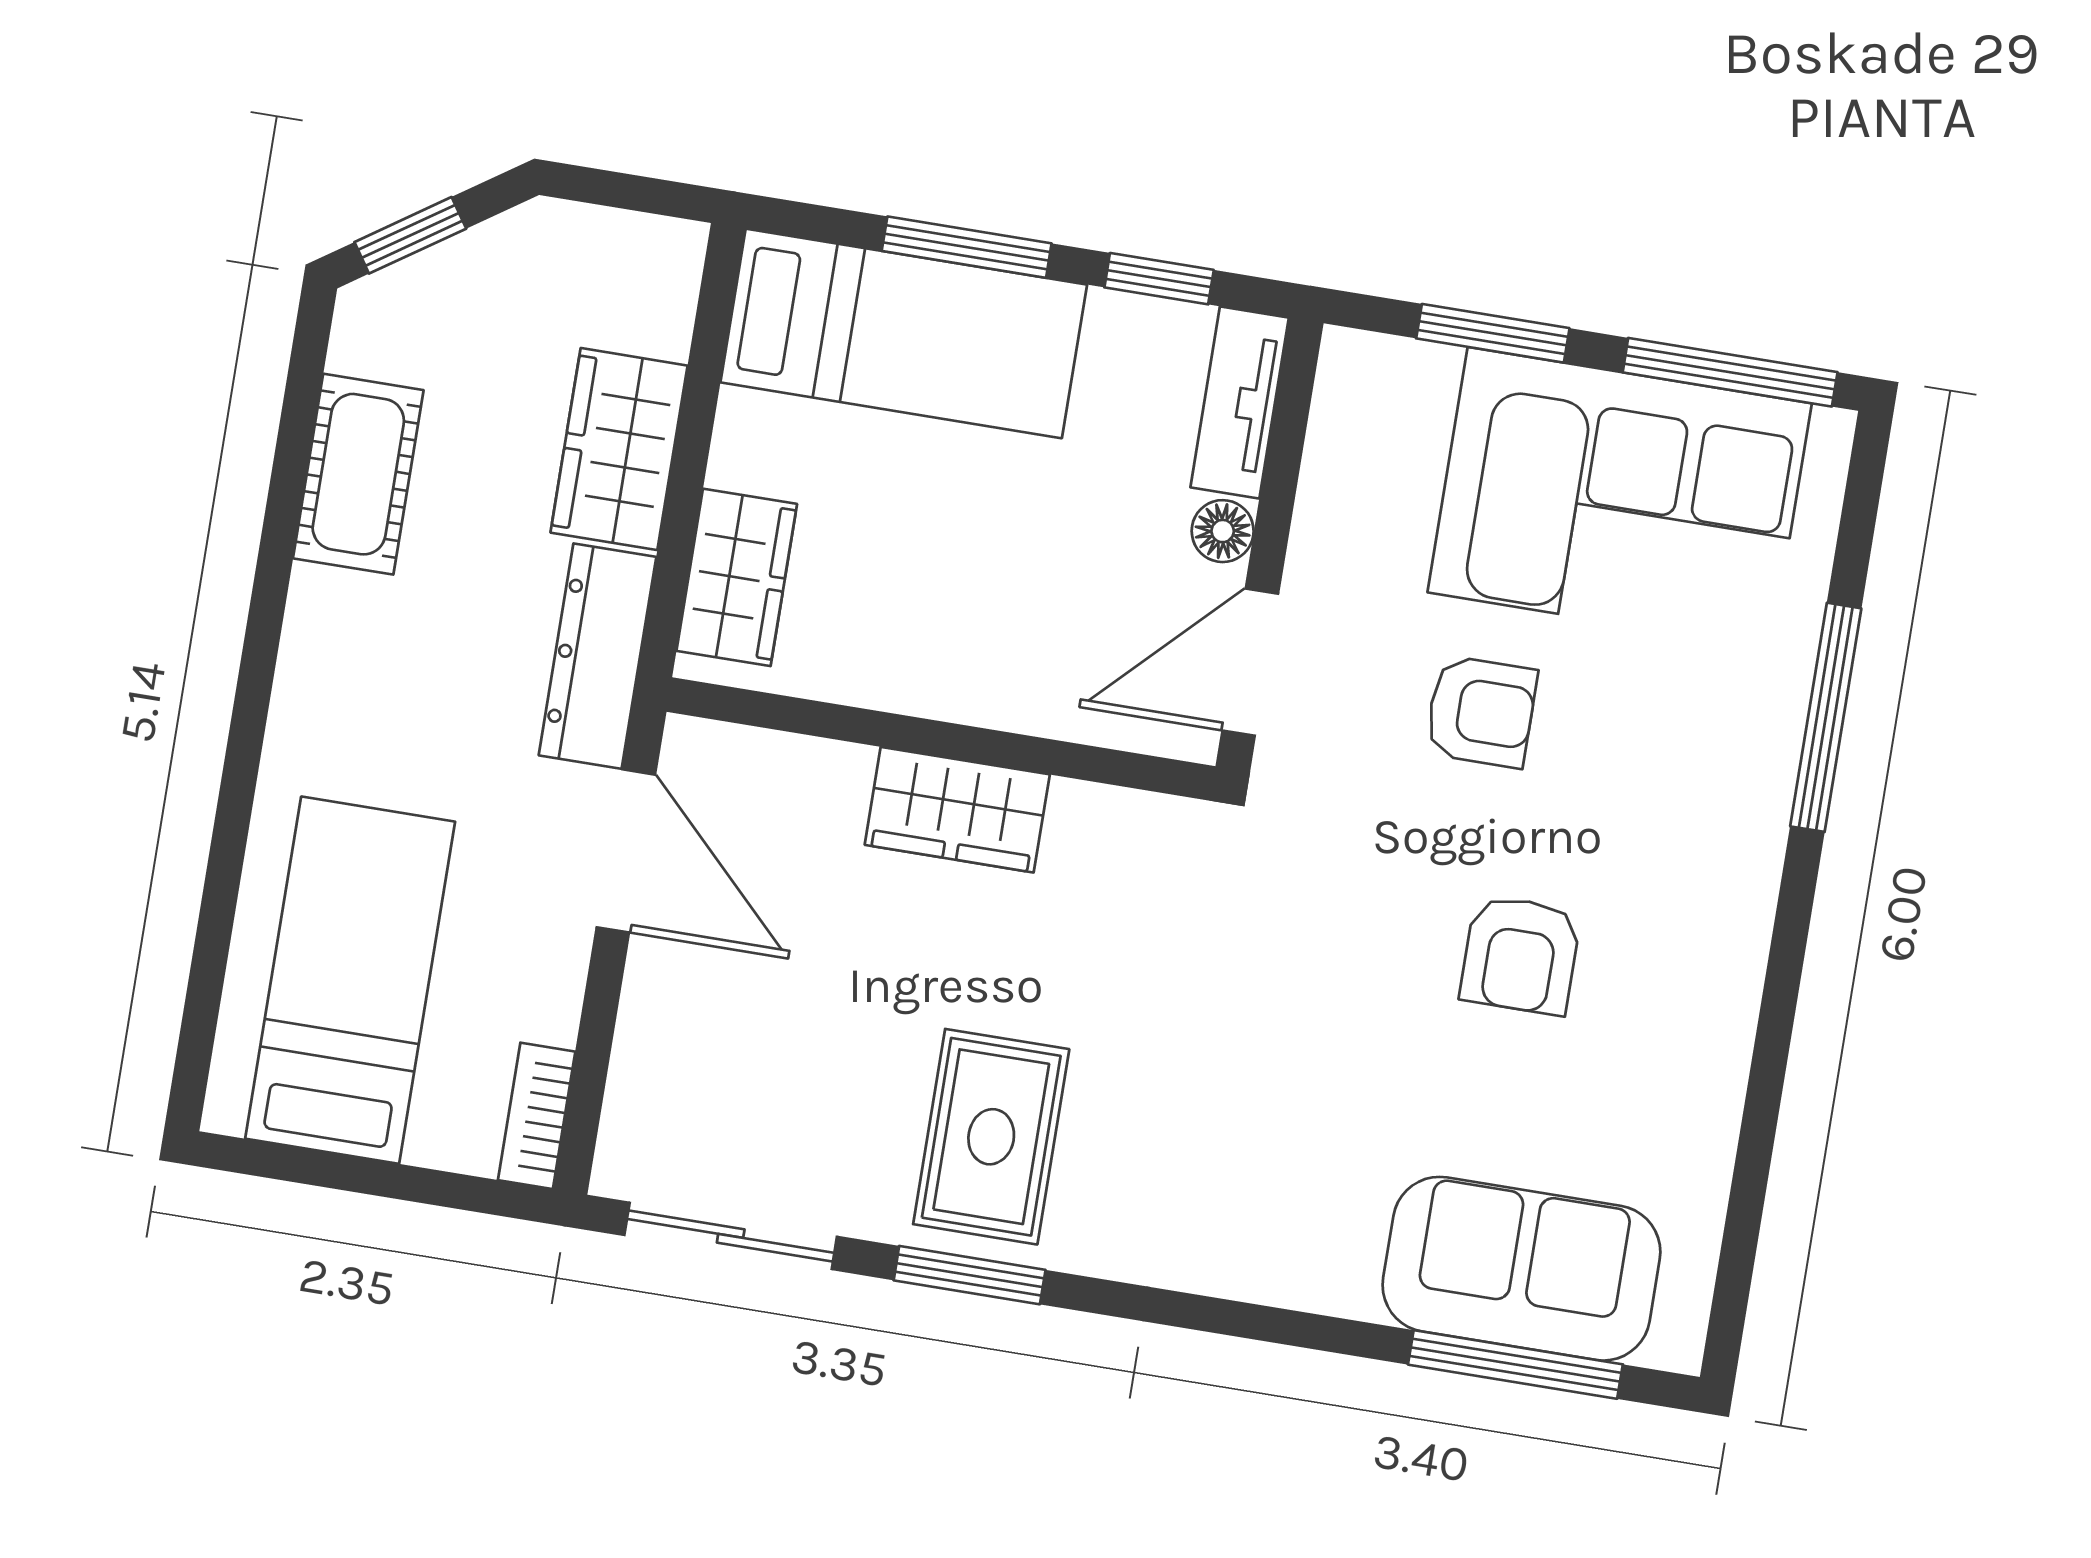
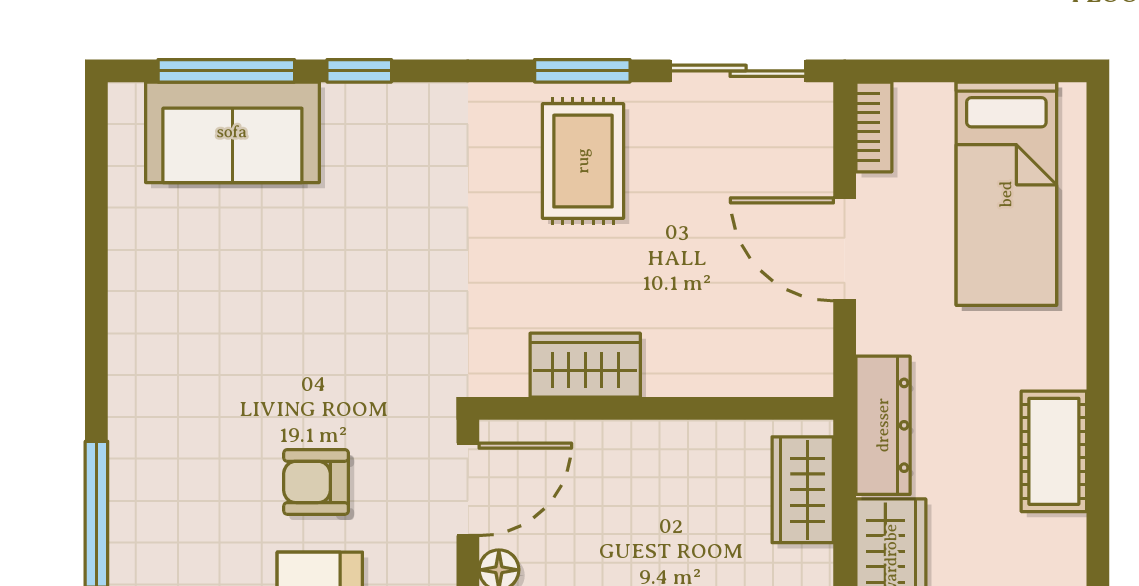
cot: (358, 474) -> (1054, 451), moved
wardrobe: (957, 810) -> (585, 365), moved
door: (626, 851) -> (845, 249), moved
armchair: (1520, 955) -> (266, 332), removed
window: (1312, 1331) -> (359, 71), added

